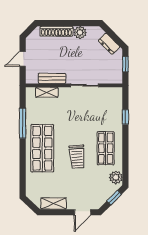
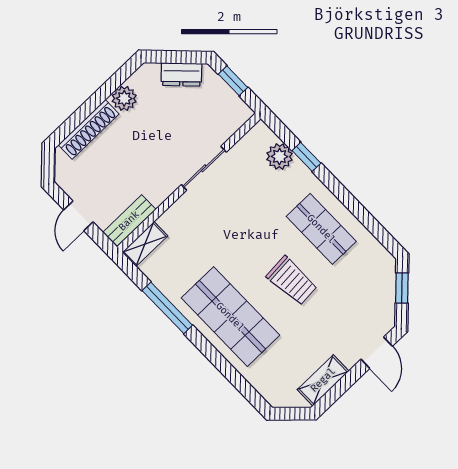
bench: (52, 78) -> (129, 221), moved
shelving: (47, 92) -> (145, 244), moved
plant: (116, 178) -> (279, 156), moved

